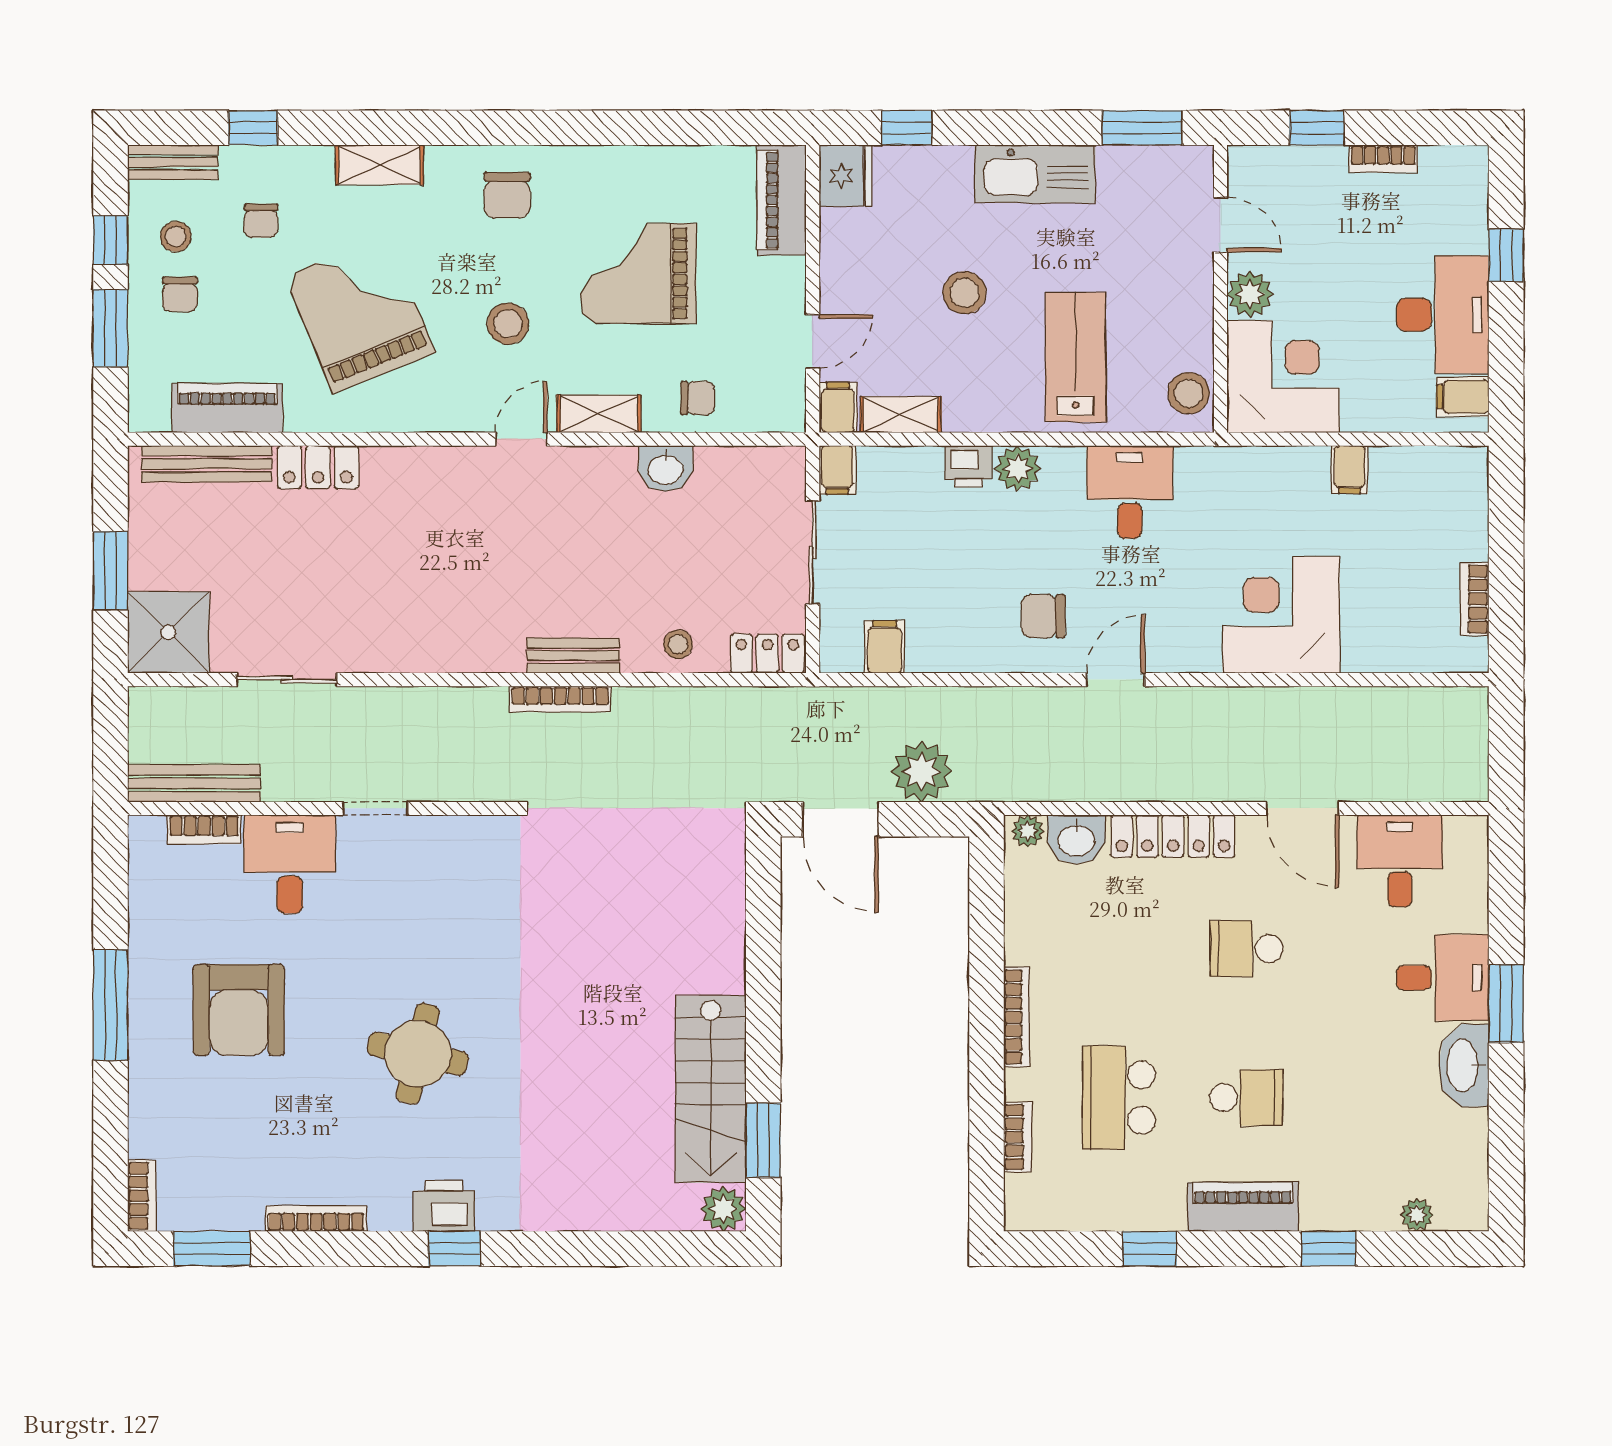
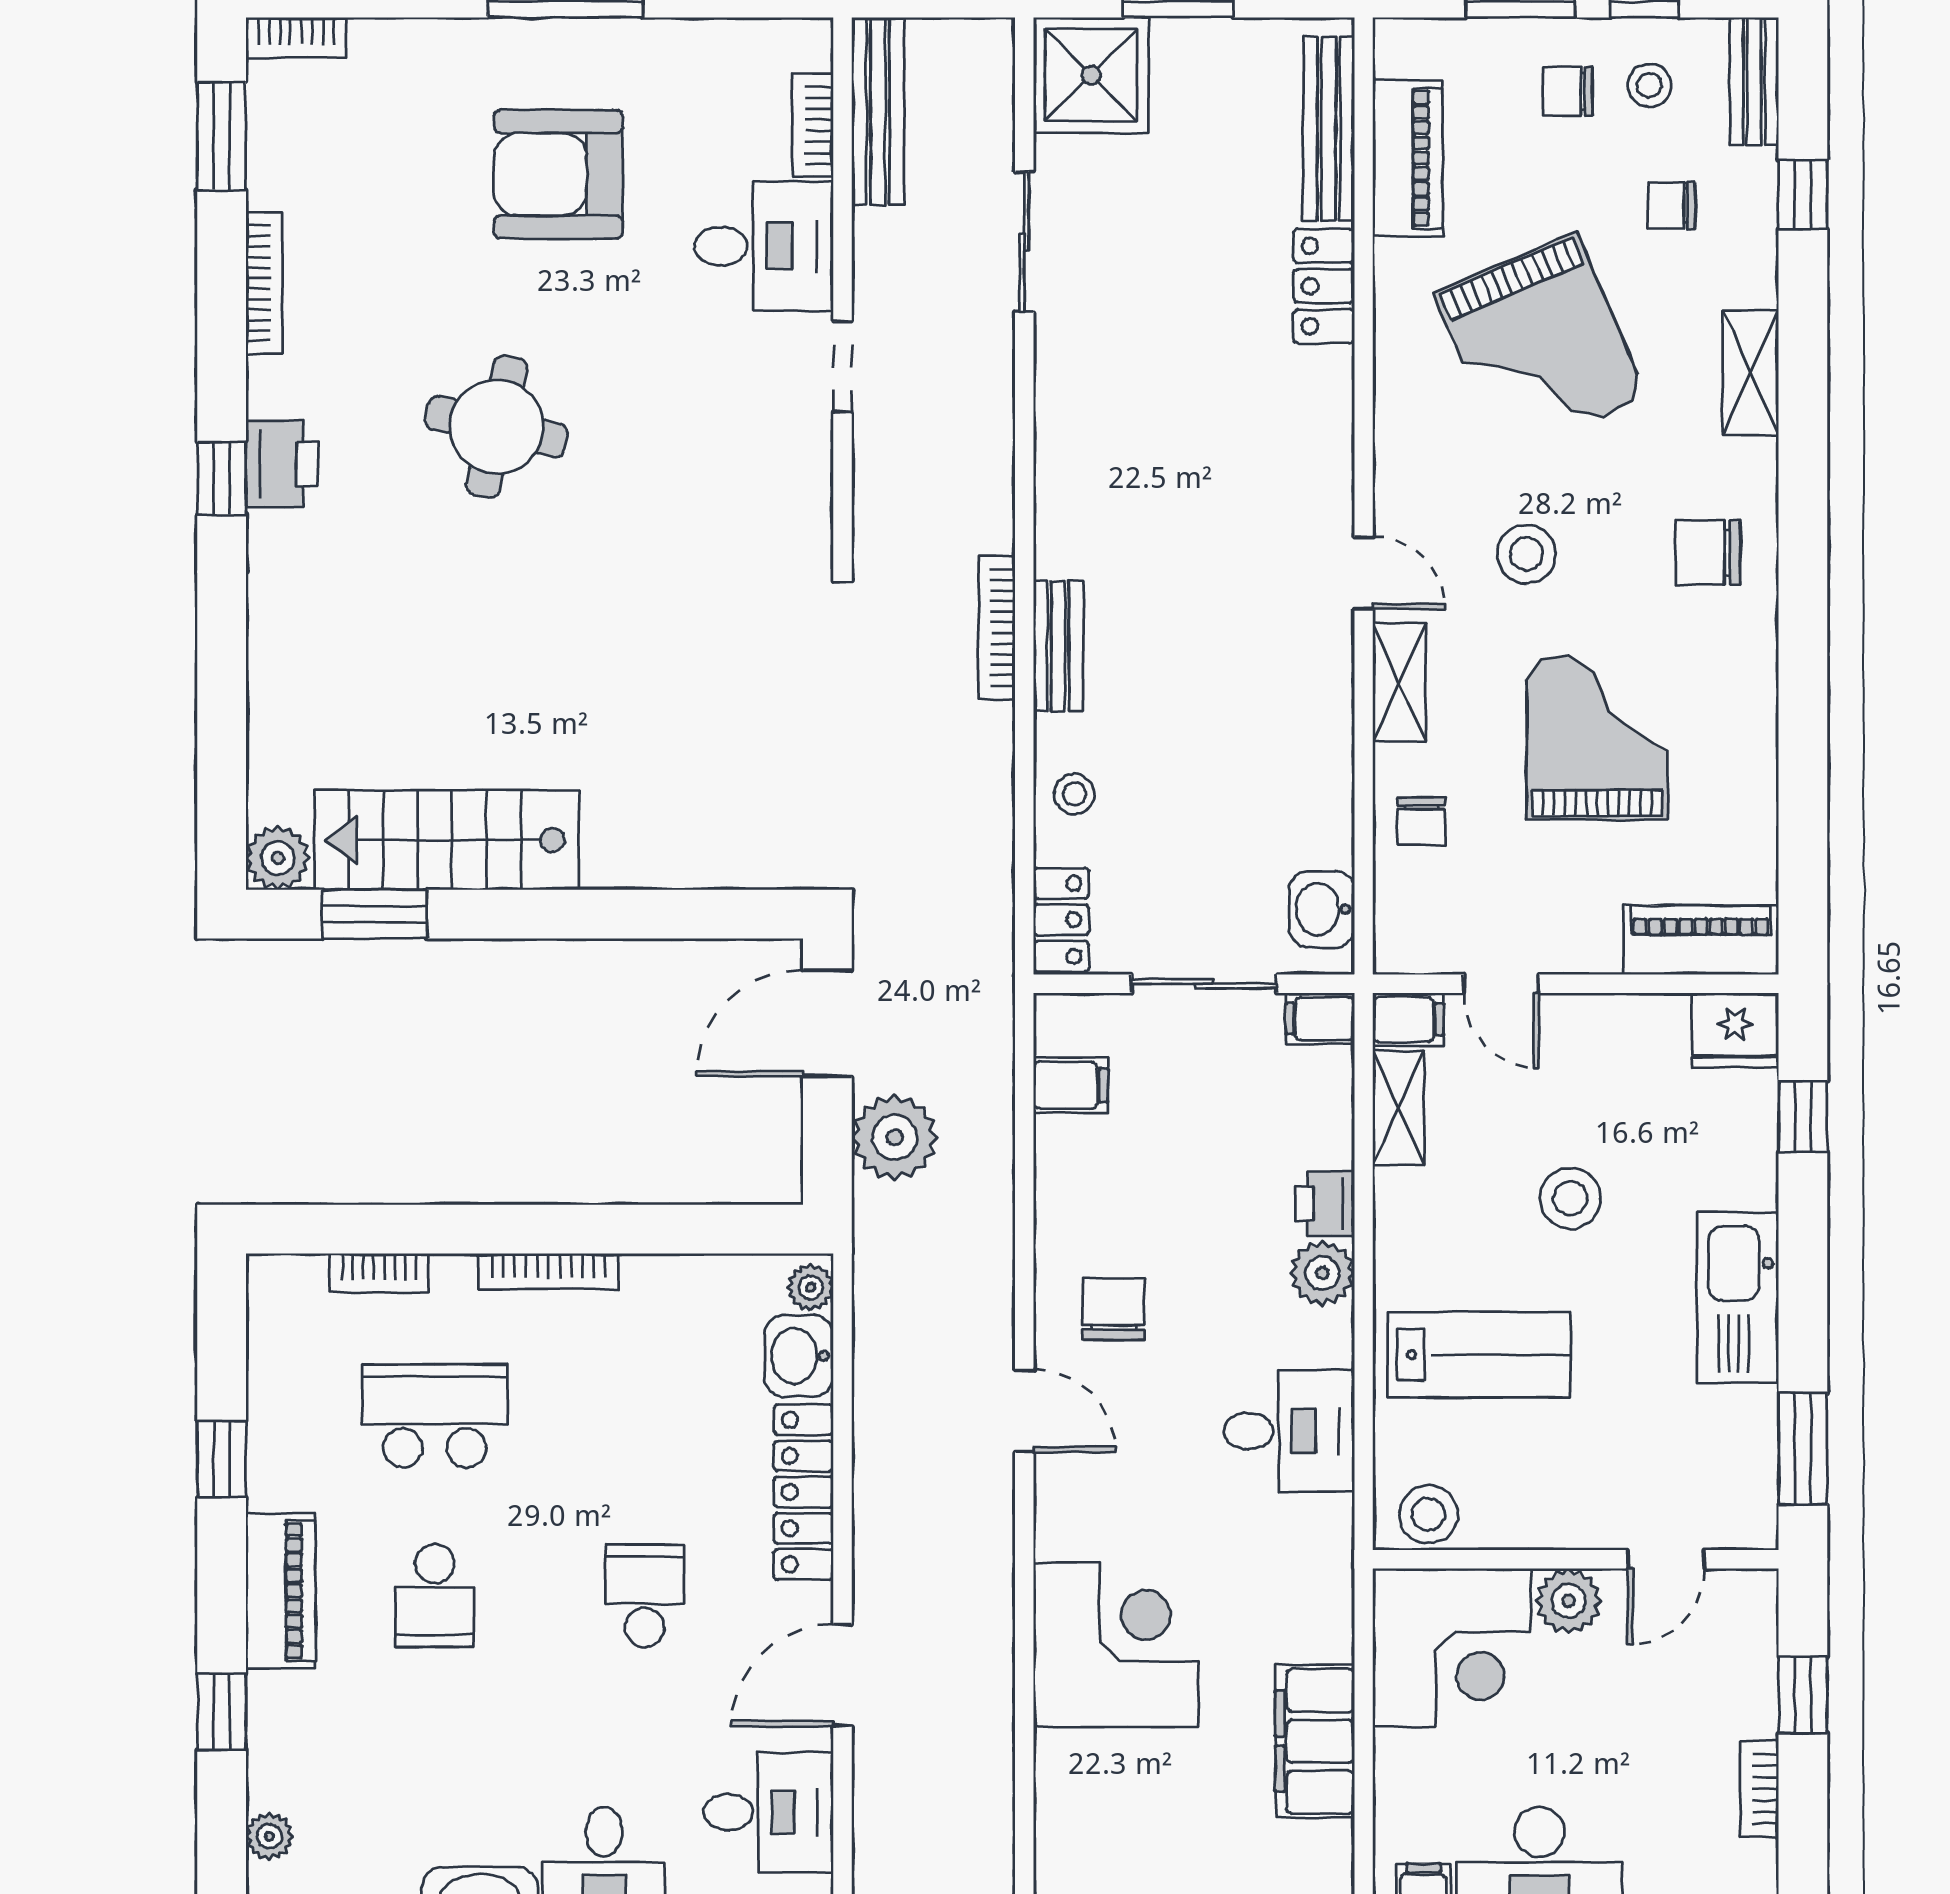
grand piano: (360, 314) -> (1540, 345), turned 89
washbasin: (665, 469) -> (1322, 909), moved
filing cabinet: (1350, 470) -> (1315, 1741), width x3.00, depth x1.17

